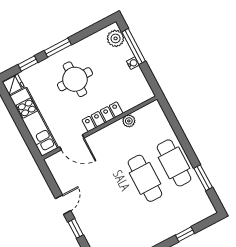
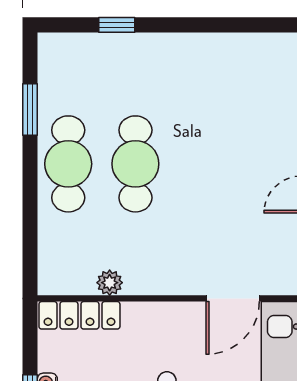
locker: (102, 117) -> (79, 315), moved
door: (72, 142) -> (233, 298), swing flipped

